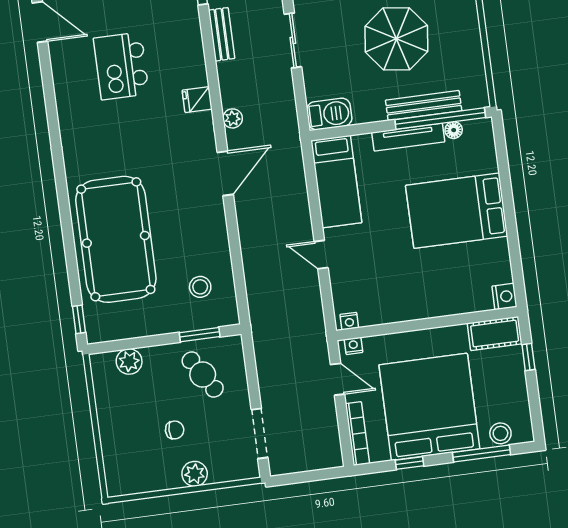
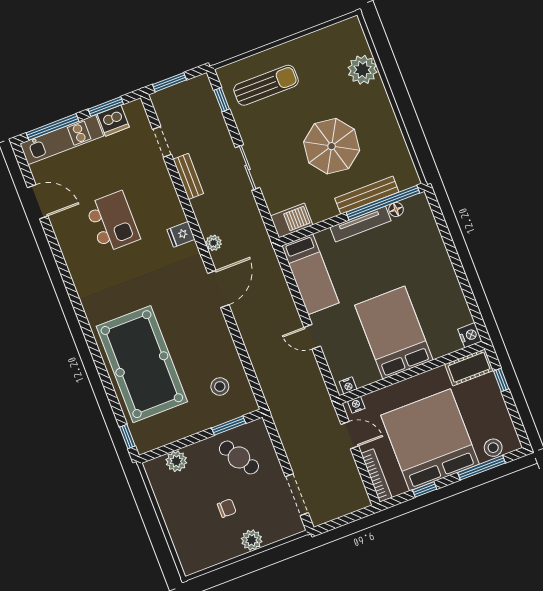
kitchen island: (121, 66) -> (113, 222), turned 180
bed: (457, 211) -> (394, 333), moved, turned 90

